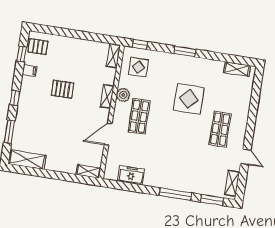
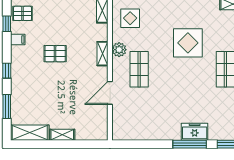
shelving: (89, 171) -> (62, 135), moved
freezer: (131, 175) -> (195, 132), moved

